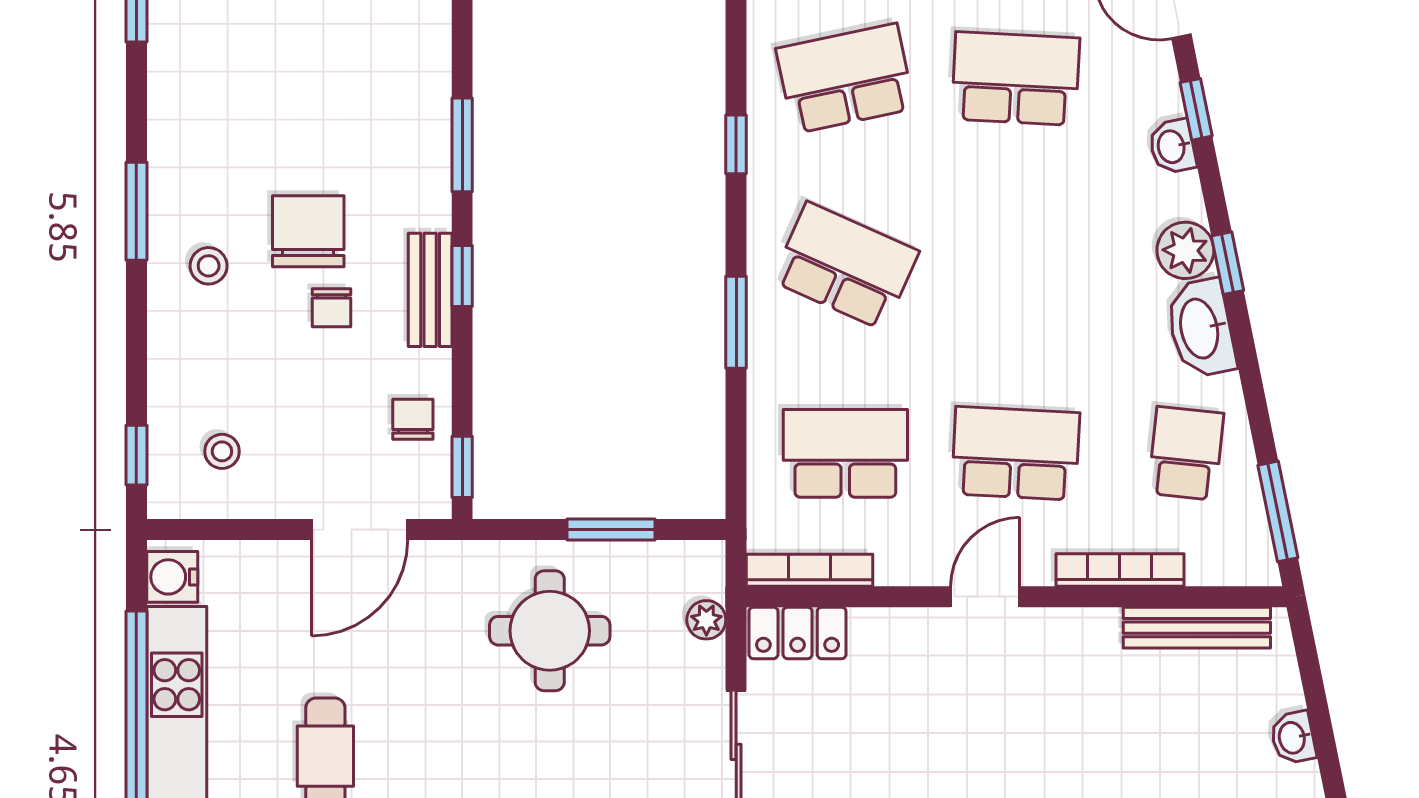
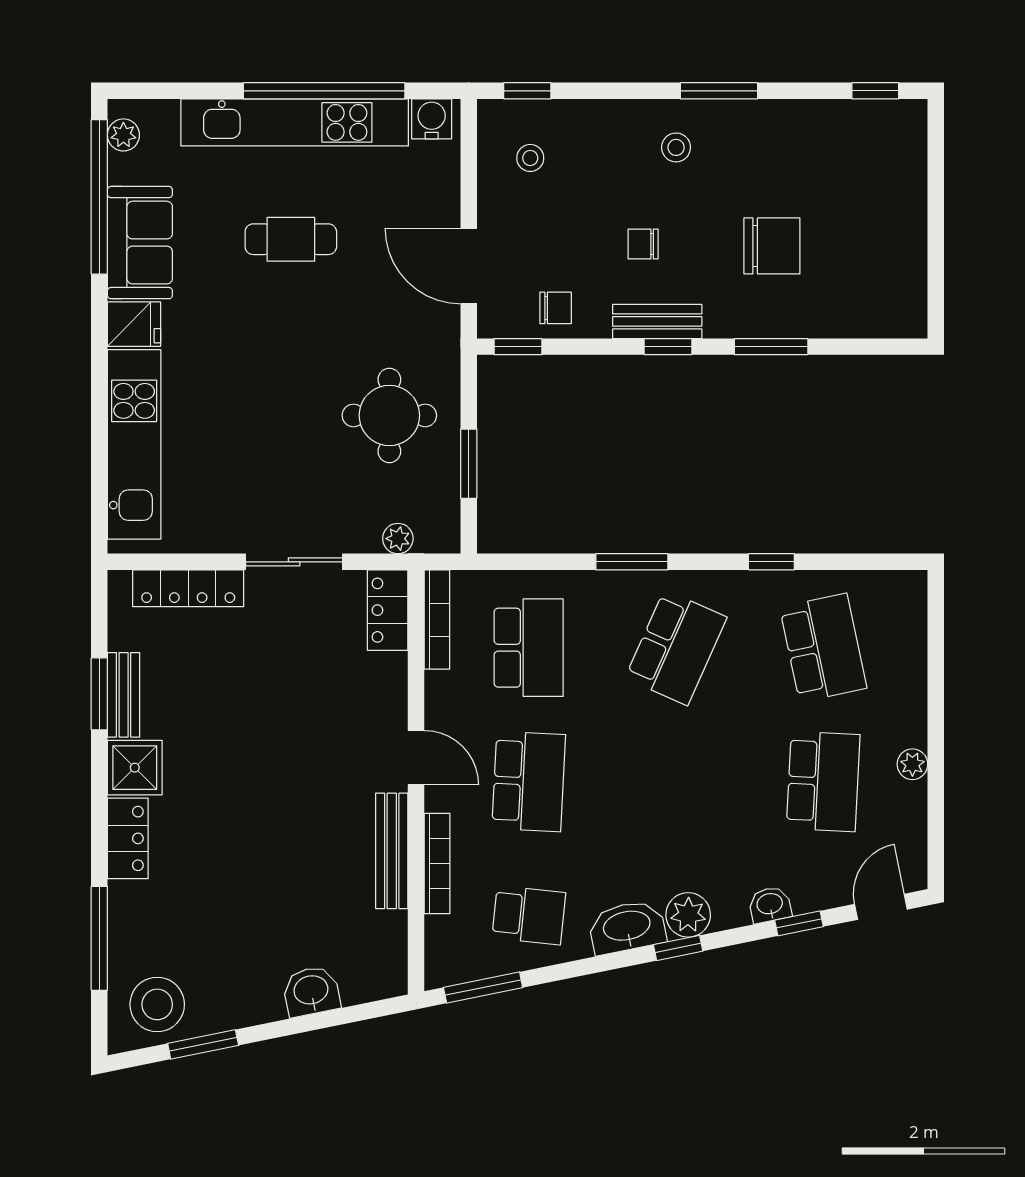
chair: (308, 231) -> (772, 246), moved
bench: (1197, 628) -> (392, 851), moved
washbasin: (1293, 738) -> (311, 991), width x1.38, depth x1.45

